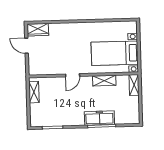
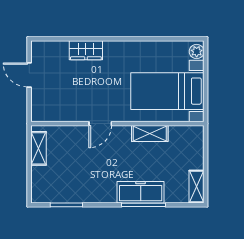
plant: (132, 28) -> (197, 52), added
wardrobe: (38, 30) -> (86, 50), moved
shelving: (134, 85) -> (197, 186), moved

